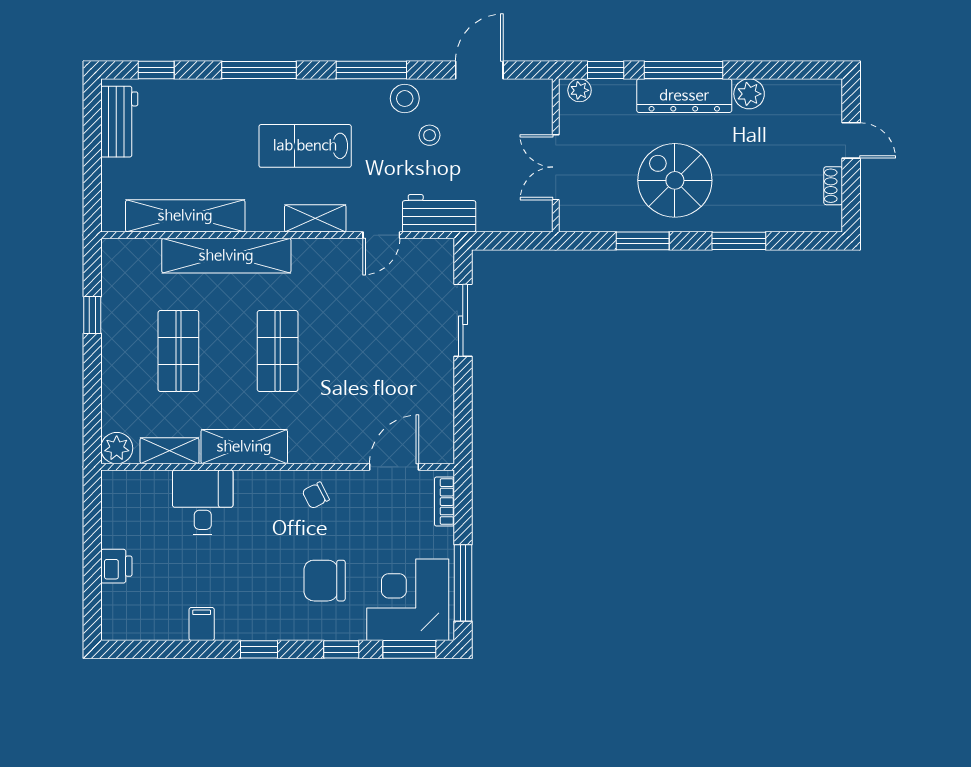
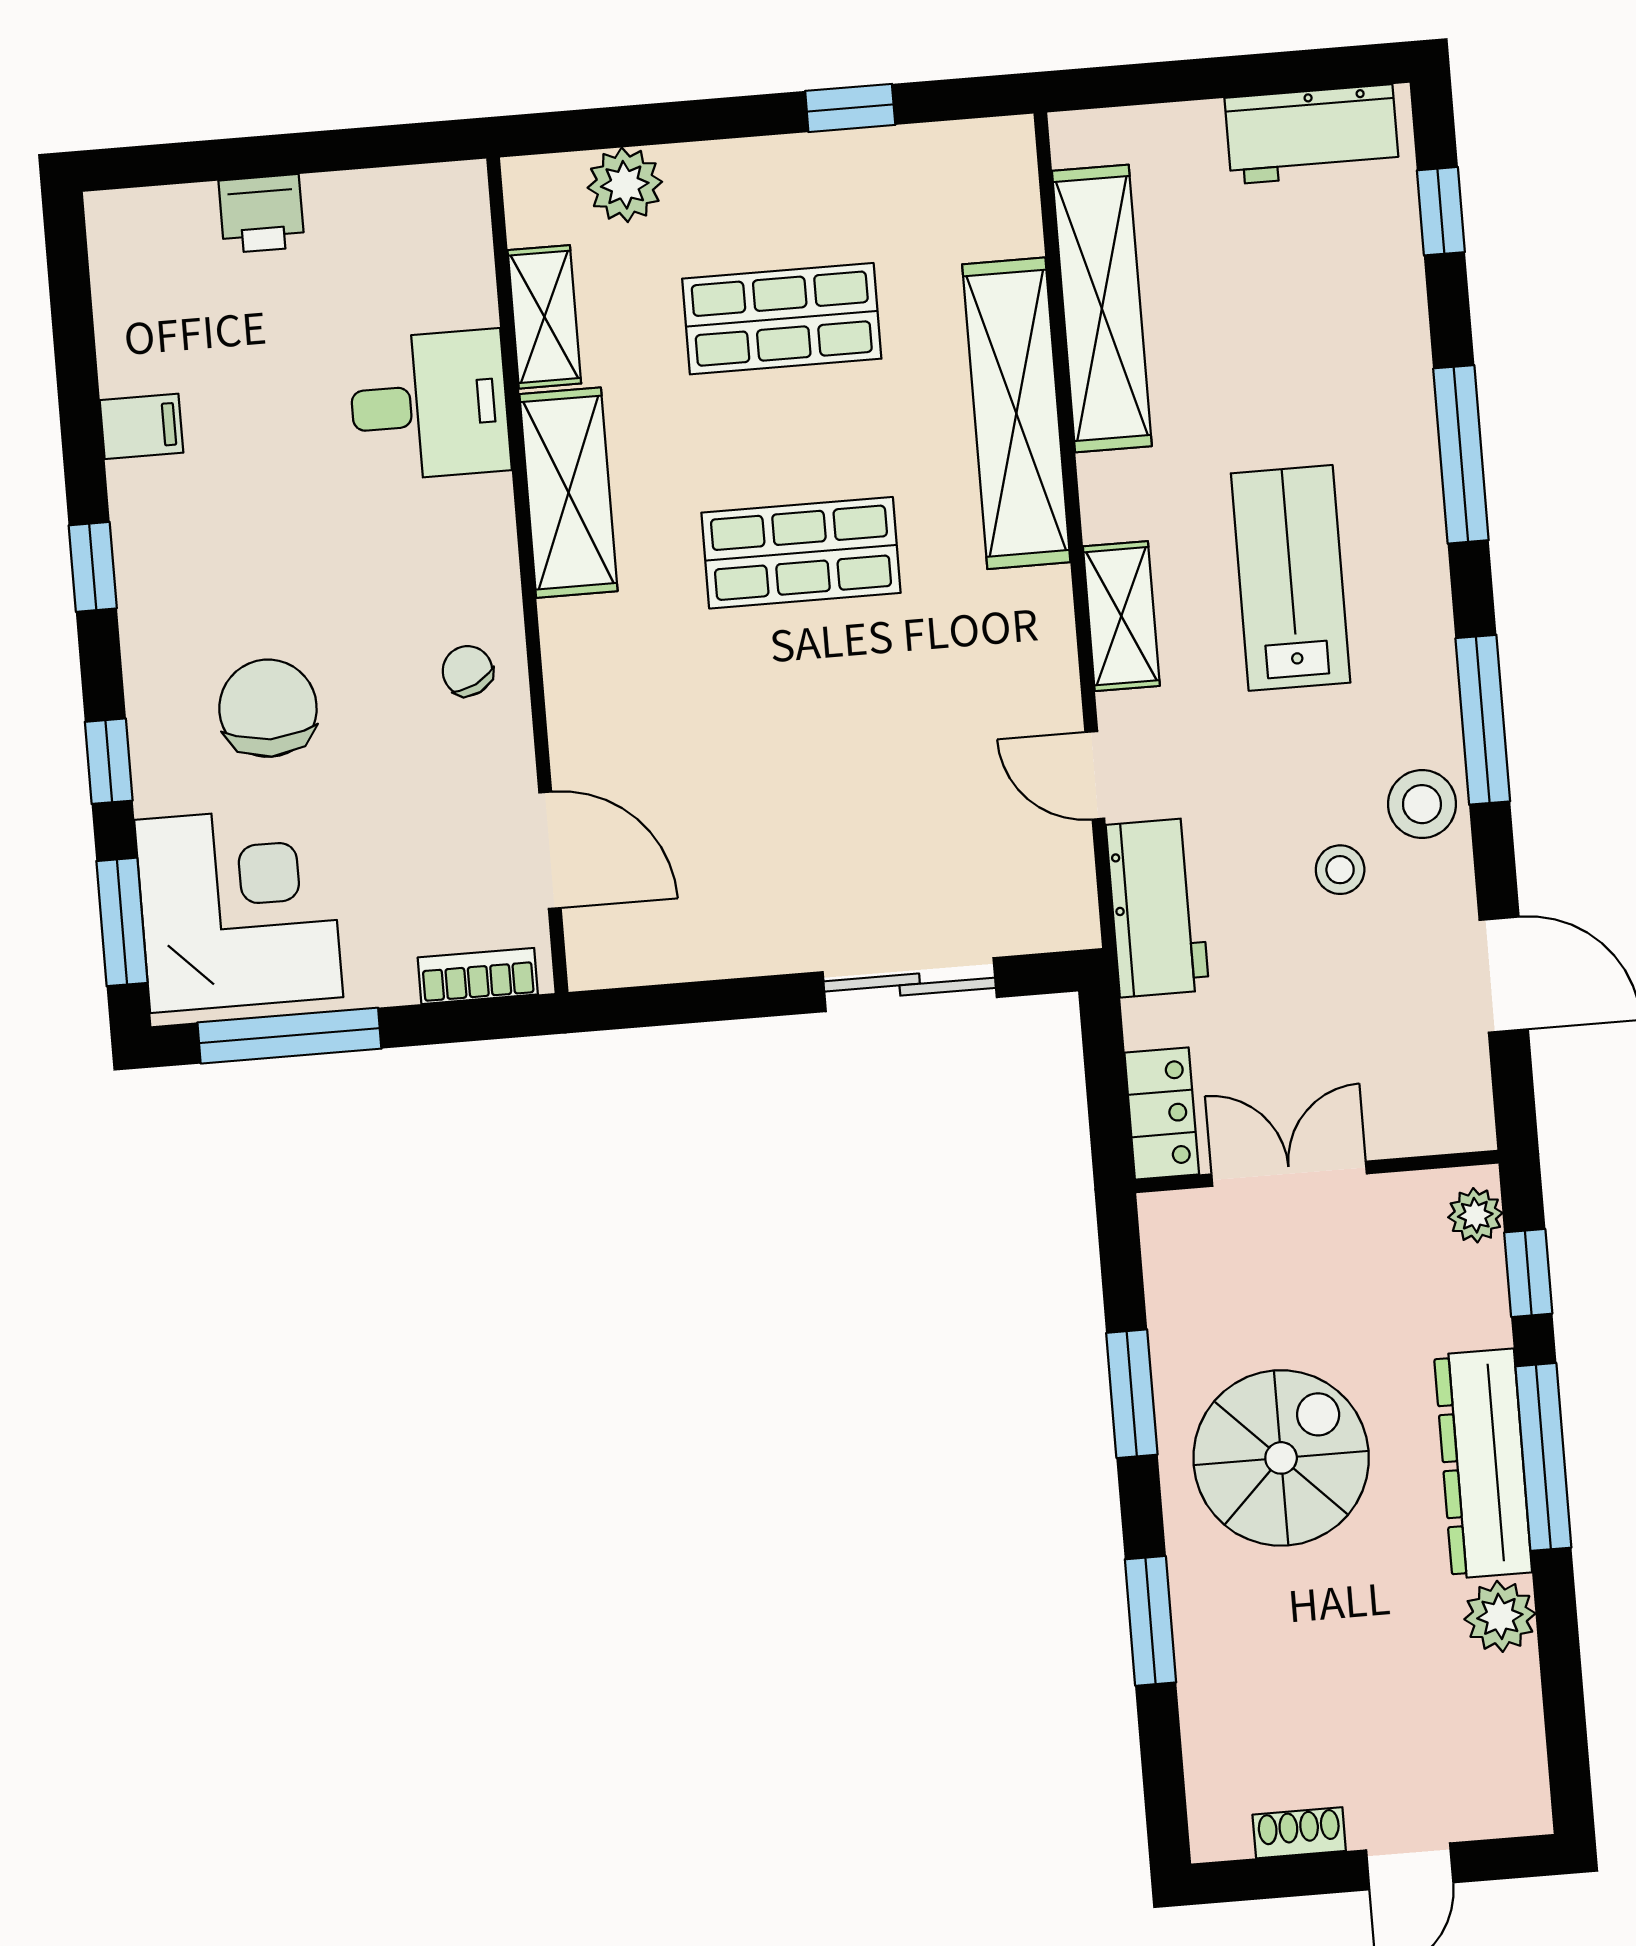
locker: (526, 219) -> (1162, 1113), added
plant: (117, 448) -> (625, 185), moved

